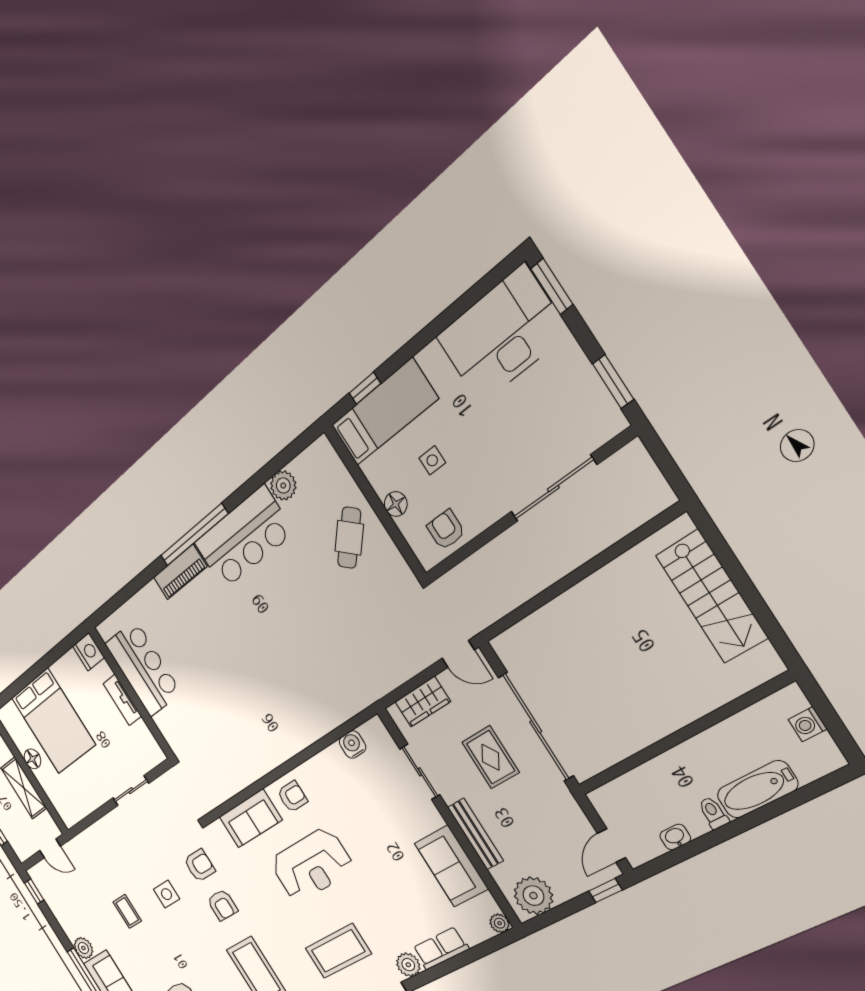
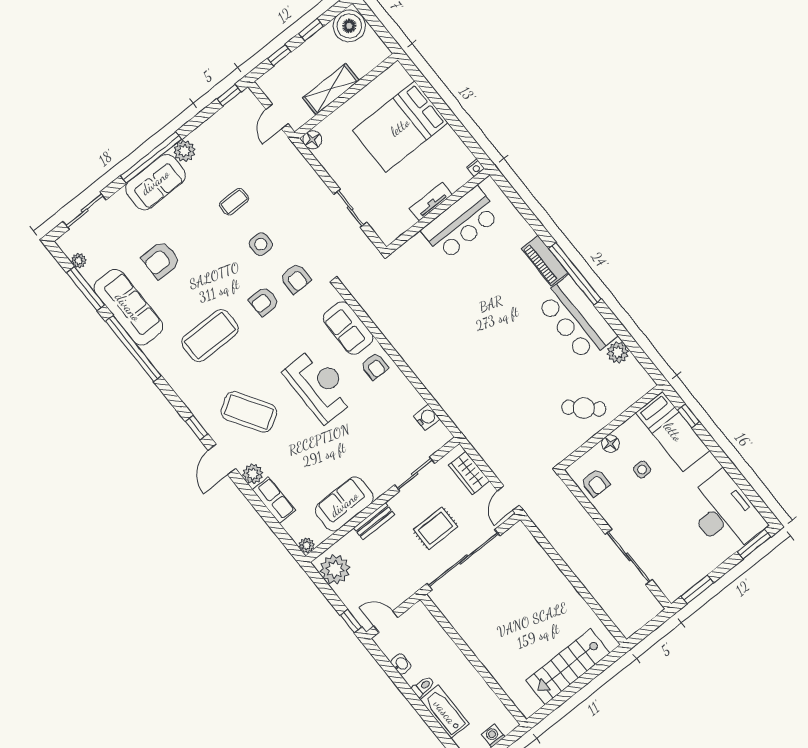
armchair: (446, 530) -> (596, 483), turned 90
nightstand: (89, 652) -> (476, 168), width x0.53, depth x0.56
floor lamp: (32, 759) -> (312, 140), moved
bench: (475, 834) -> (374, 521), width x0.73
reception desk: (312, 865) -> (319, 385), turned 180
coffee table: (338, 951) -> (249, 412), turned -32

